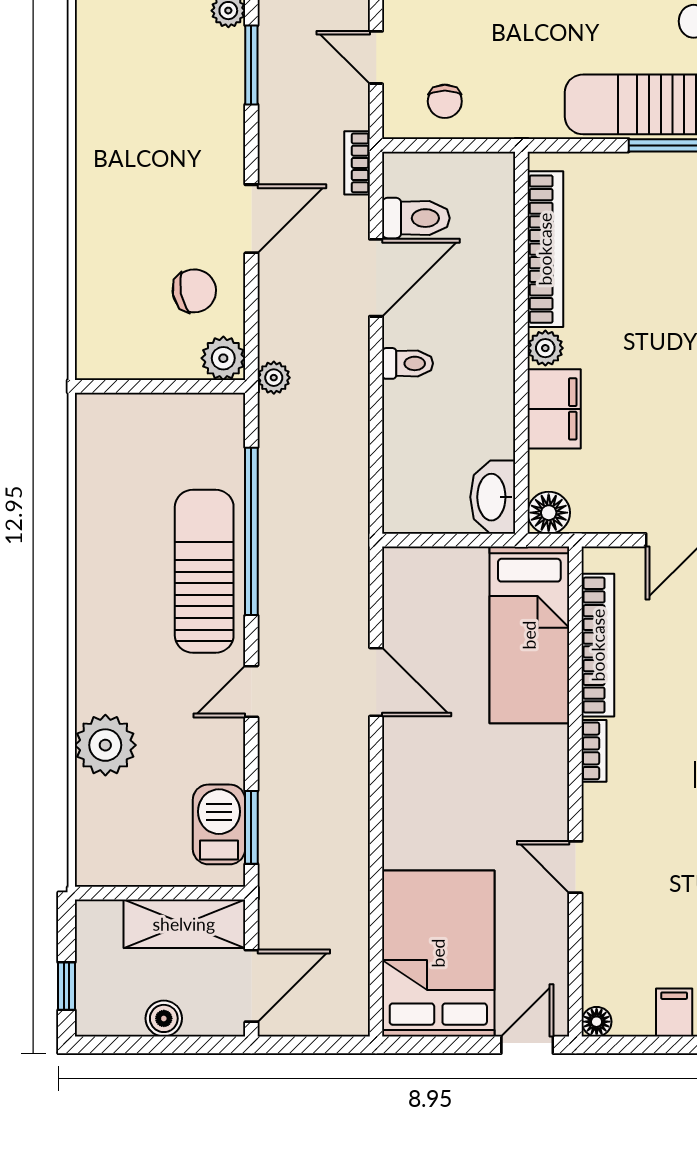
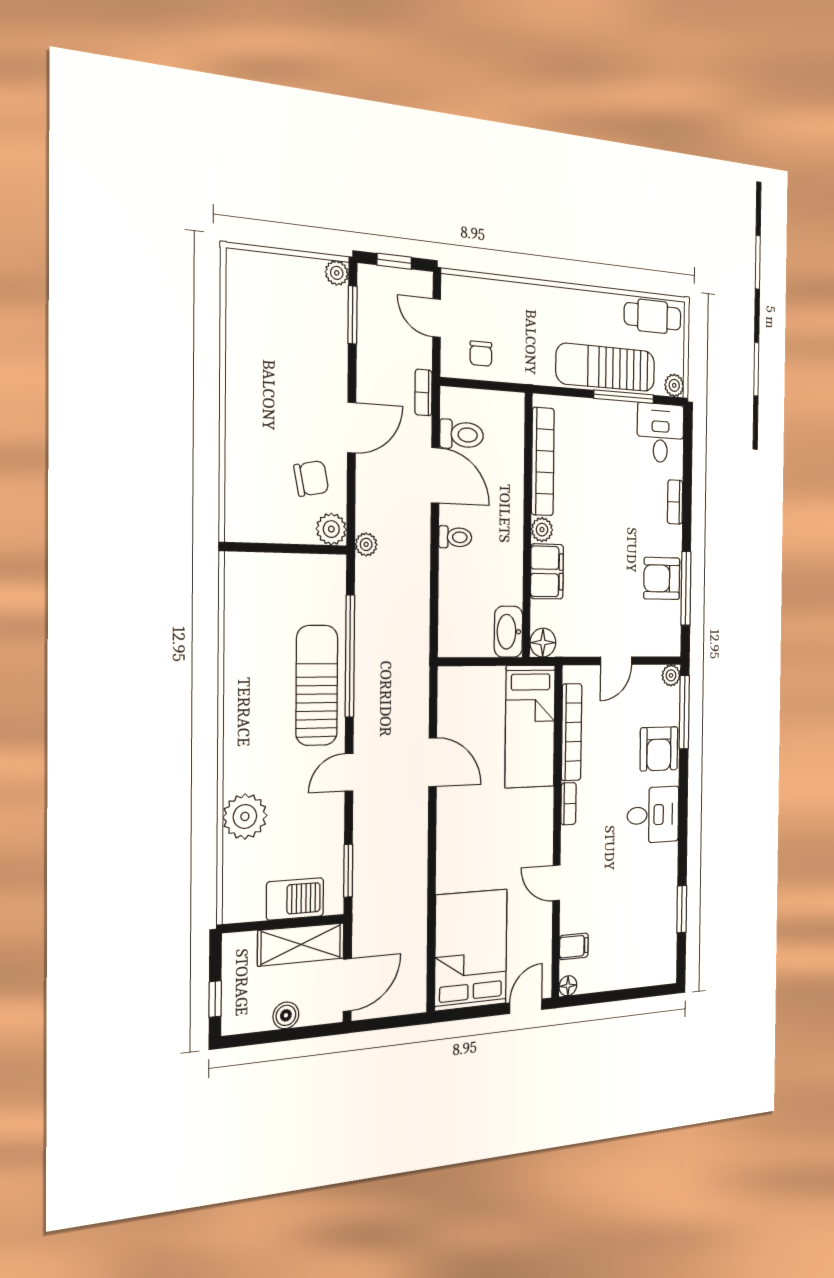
door: (376, 278) -> (435, 475), hinge flipped
barbecue: (219, 824) -> (295, 899), moved, turned 90
filing cabinet: (674, 1012) -> (574, 946), moved, turned 90

